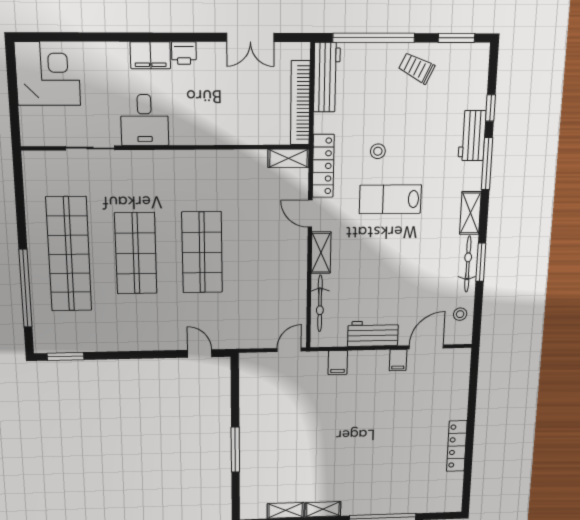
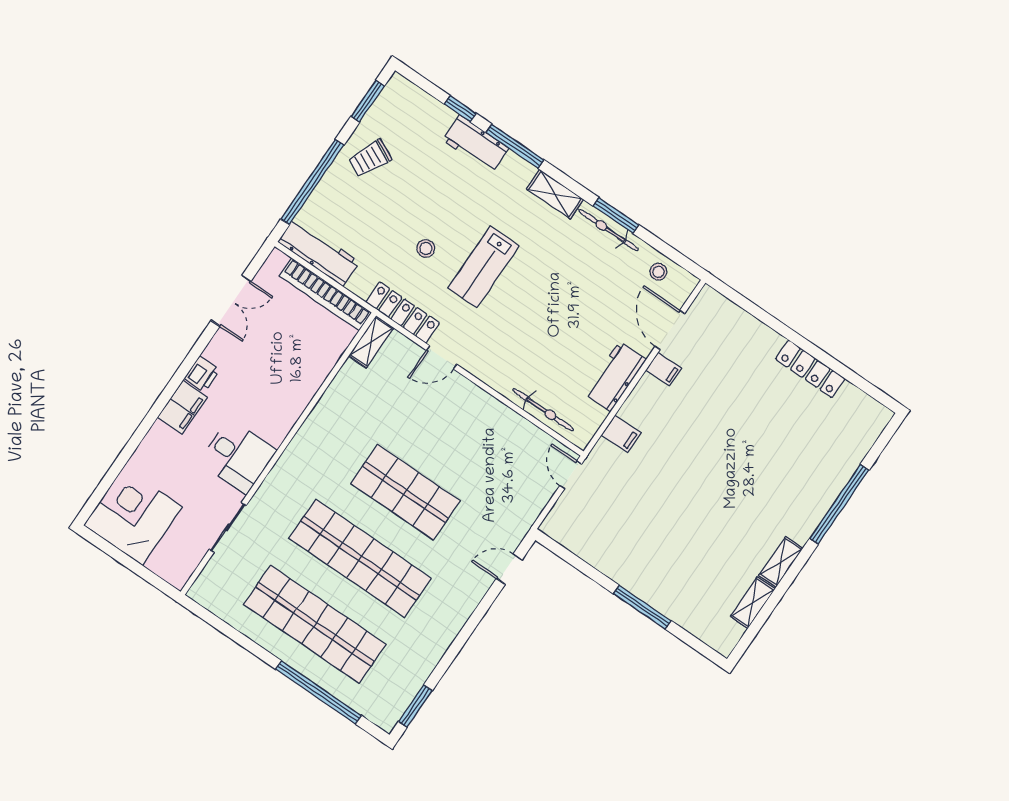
shop shelf: (136, 253) -> (360, 558), width x1.40
shelving: (321, 253) -> (490, 373), removed

